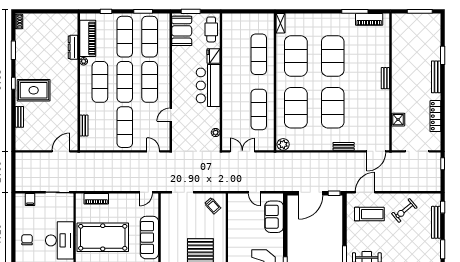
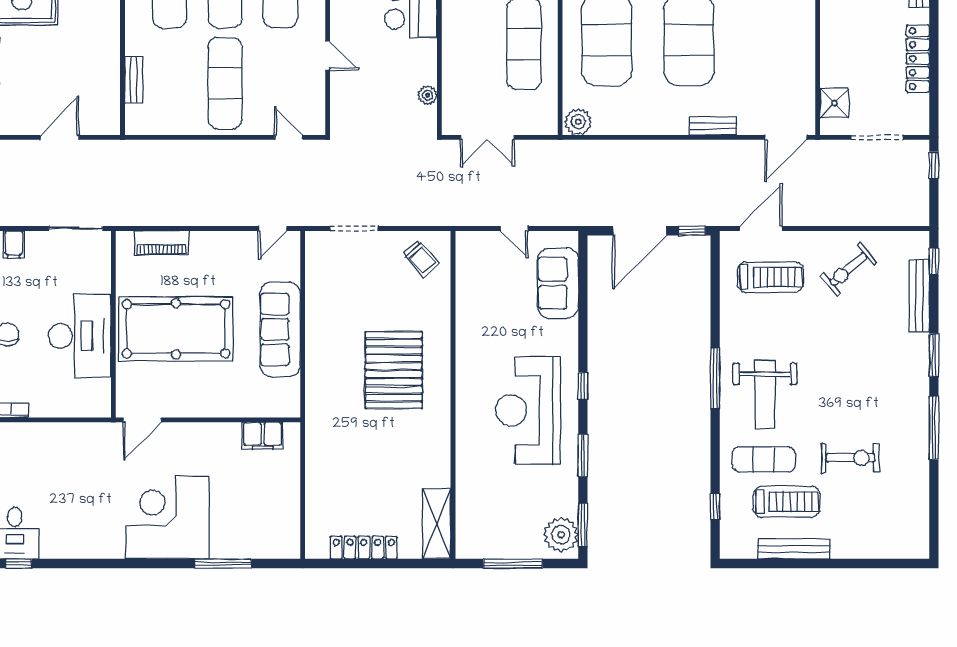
door: (171, 115) -> (328, 56), swing flipped
shower: (398, 120) -> (834, 103), moved
door: (61, 151) -> (59, 137), moved
double door: (242, 151) -> (487, 137), swing flipped

